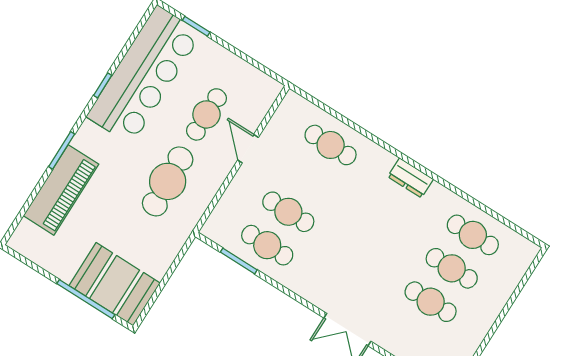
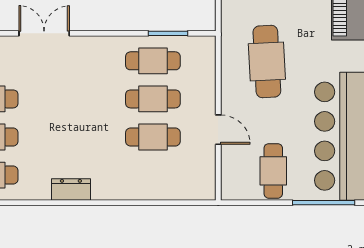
window: (196, 26) -> (324, 203), width x2.17
cafe table: (206, 114) -> (273, 171), moved
cafe table: (331, 145) -> (153, 137), moved

